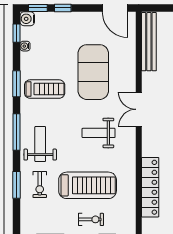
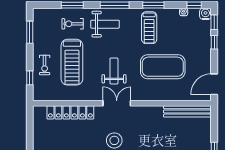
double door: (139, 109) -> (117, 103), moved

